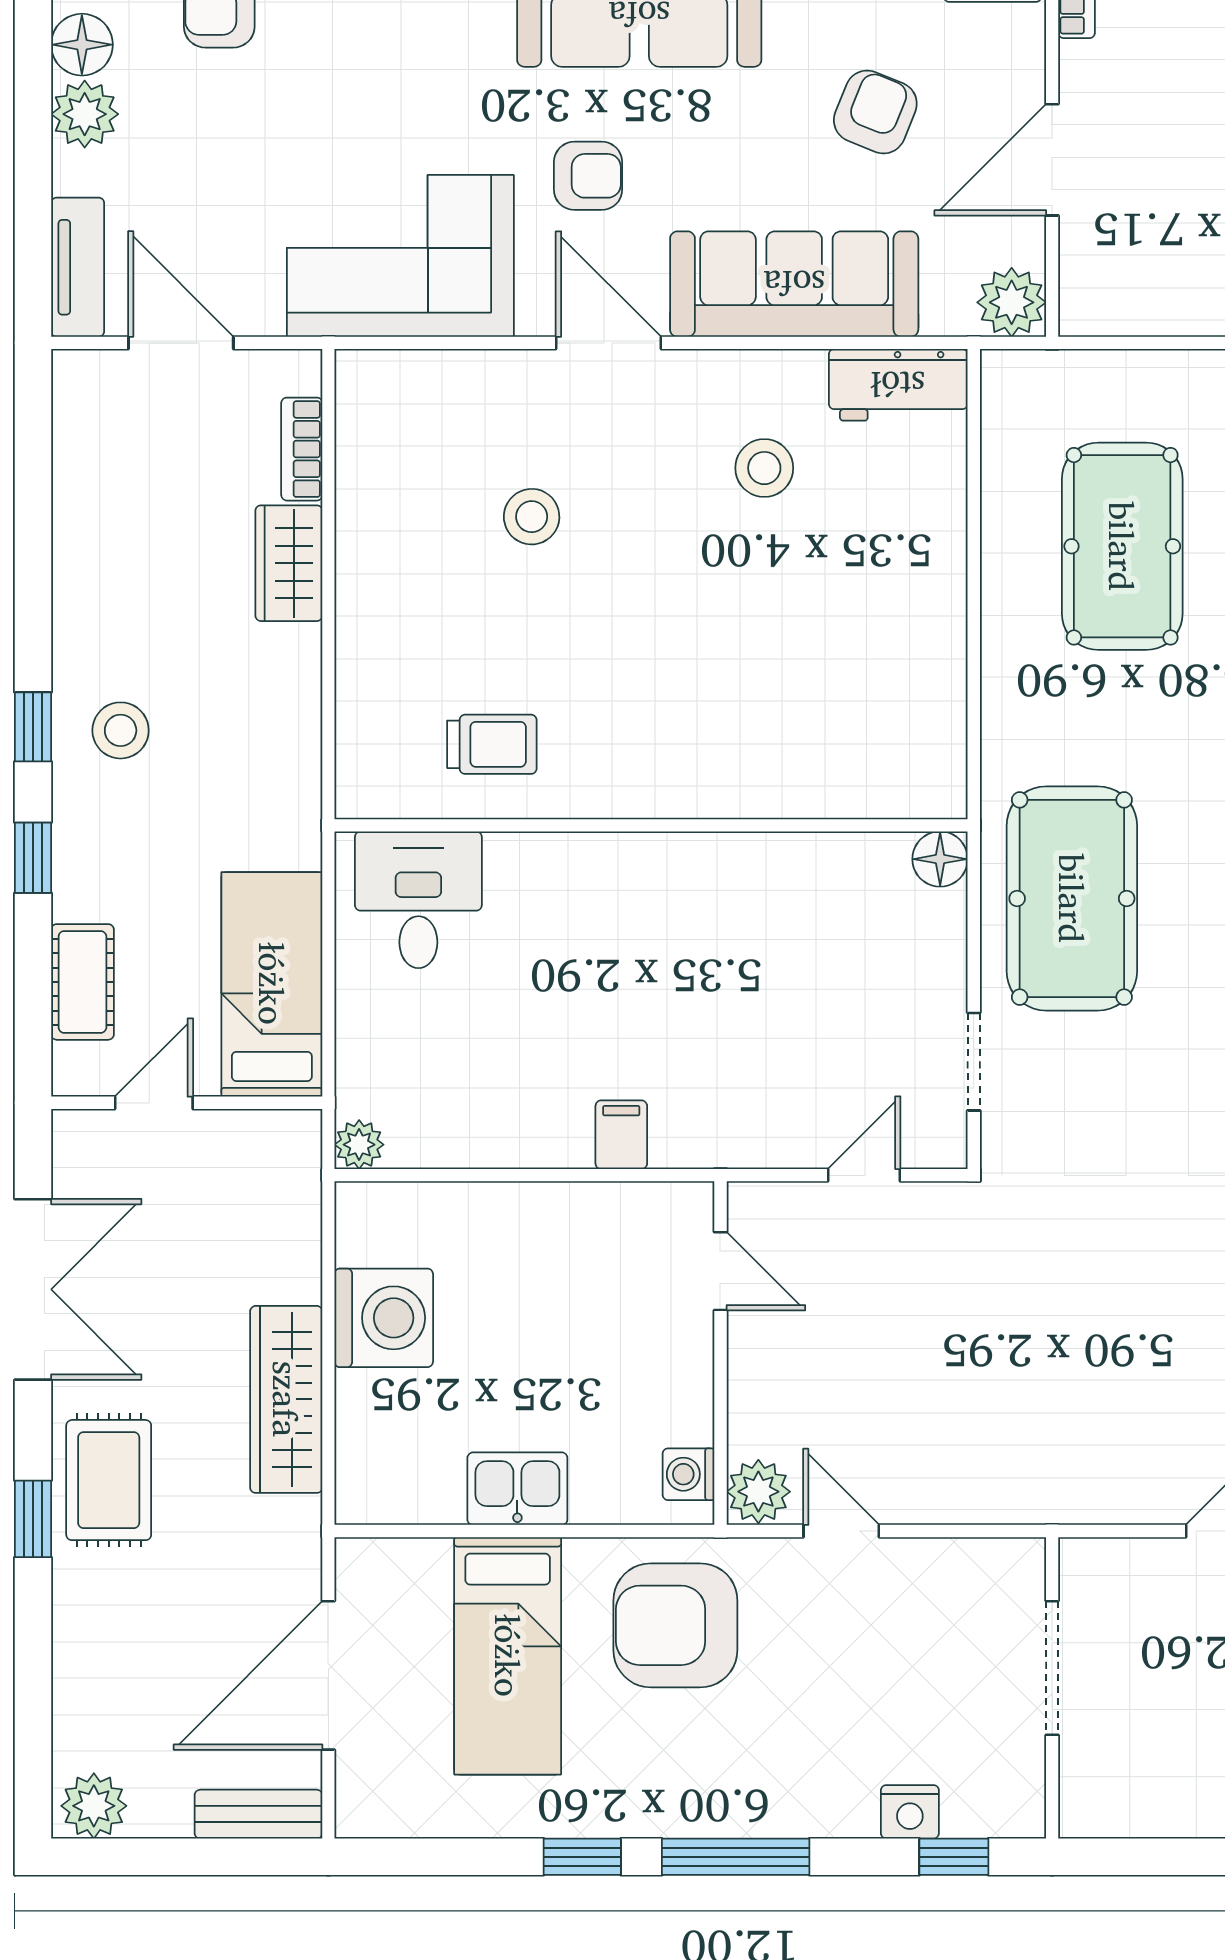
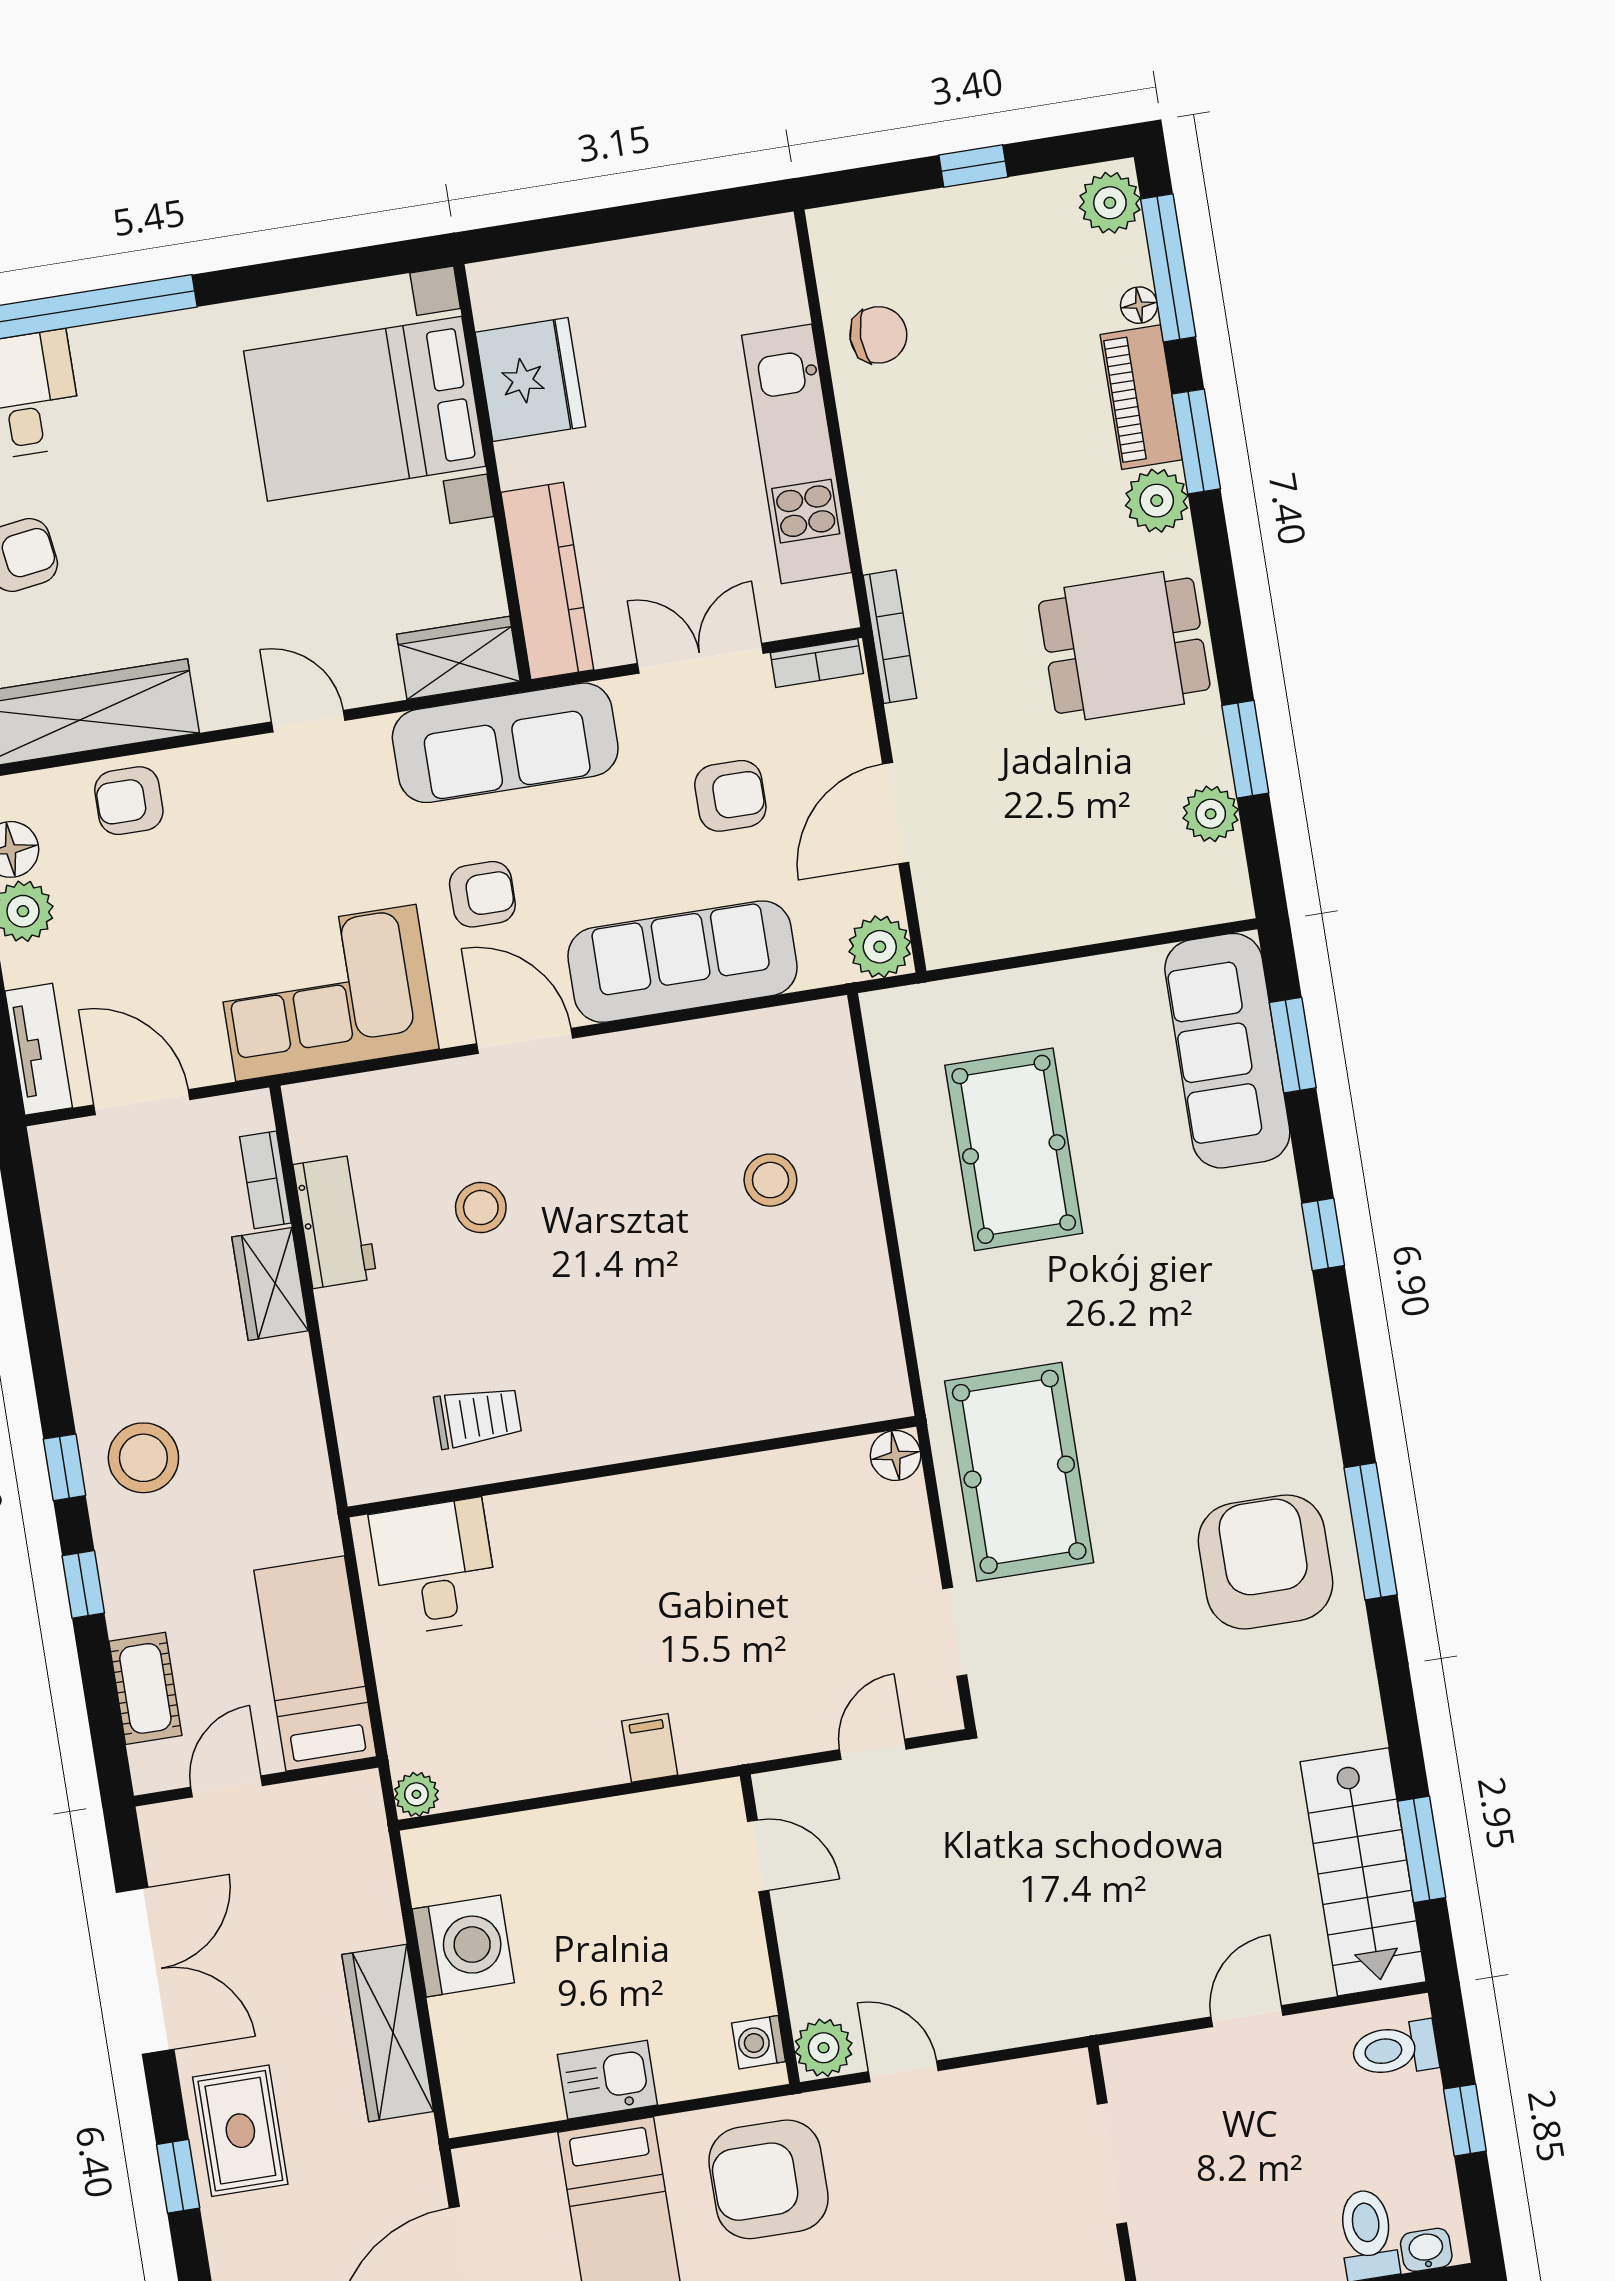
armchair: (875, 112) -> (730, 796), turned 68
workbench: (898, 385) -> (335, 1221), moved, turned -90
stool: (764, 468) -> (770, 1180), moved
stool: (121, 730) -> (143, 1458), width x1.38, depth x1.38

